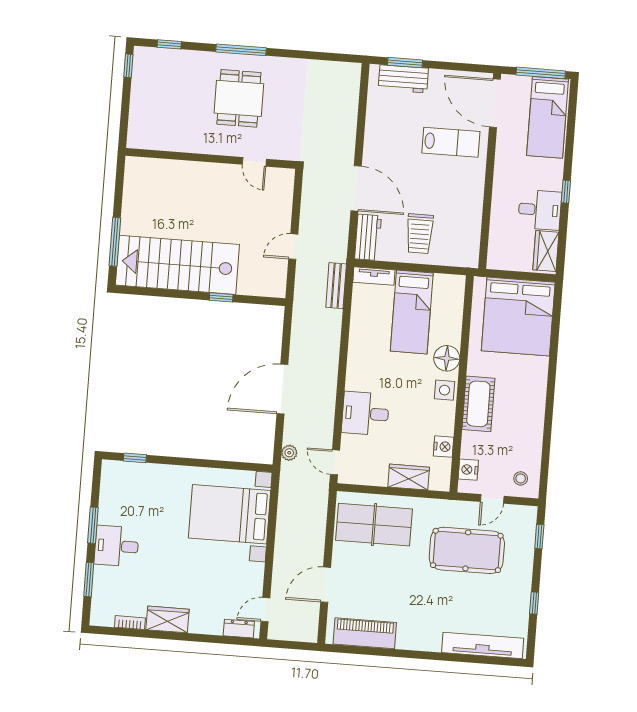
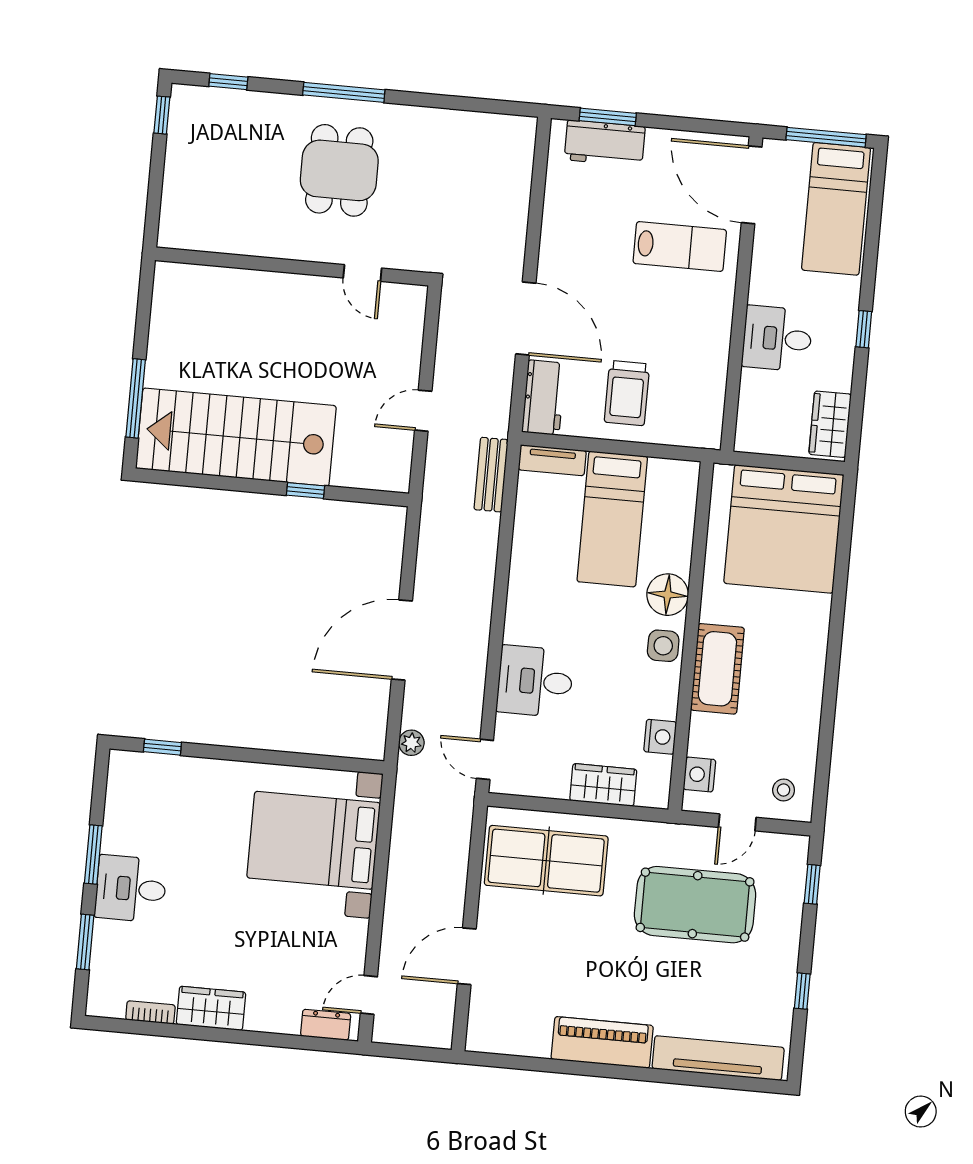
desk: (540, 210) -> (777, 339), moved, turned 180
piano: (365, 633) -> (602, 1042), moved

